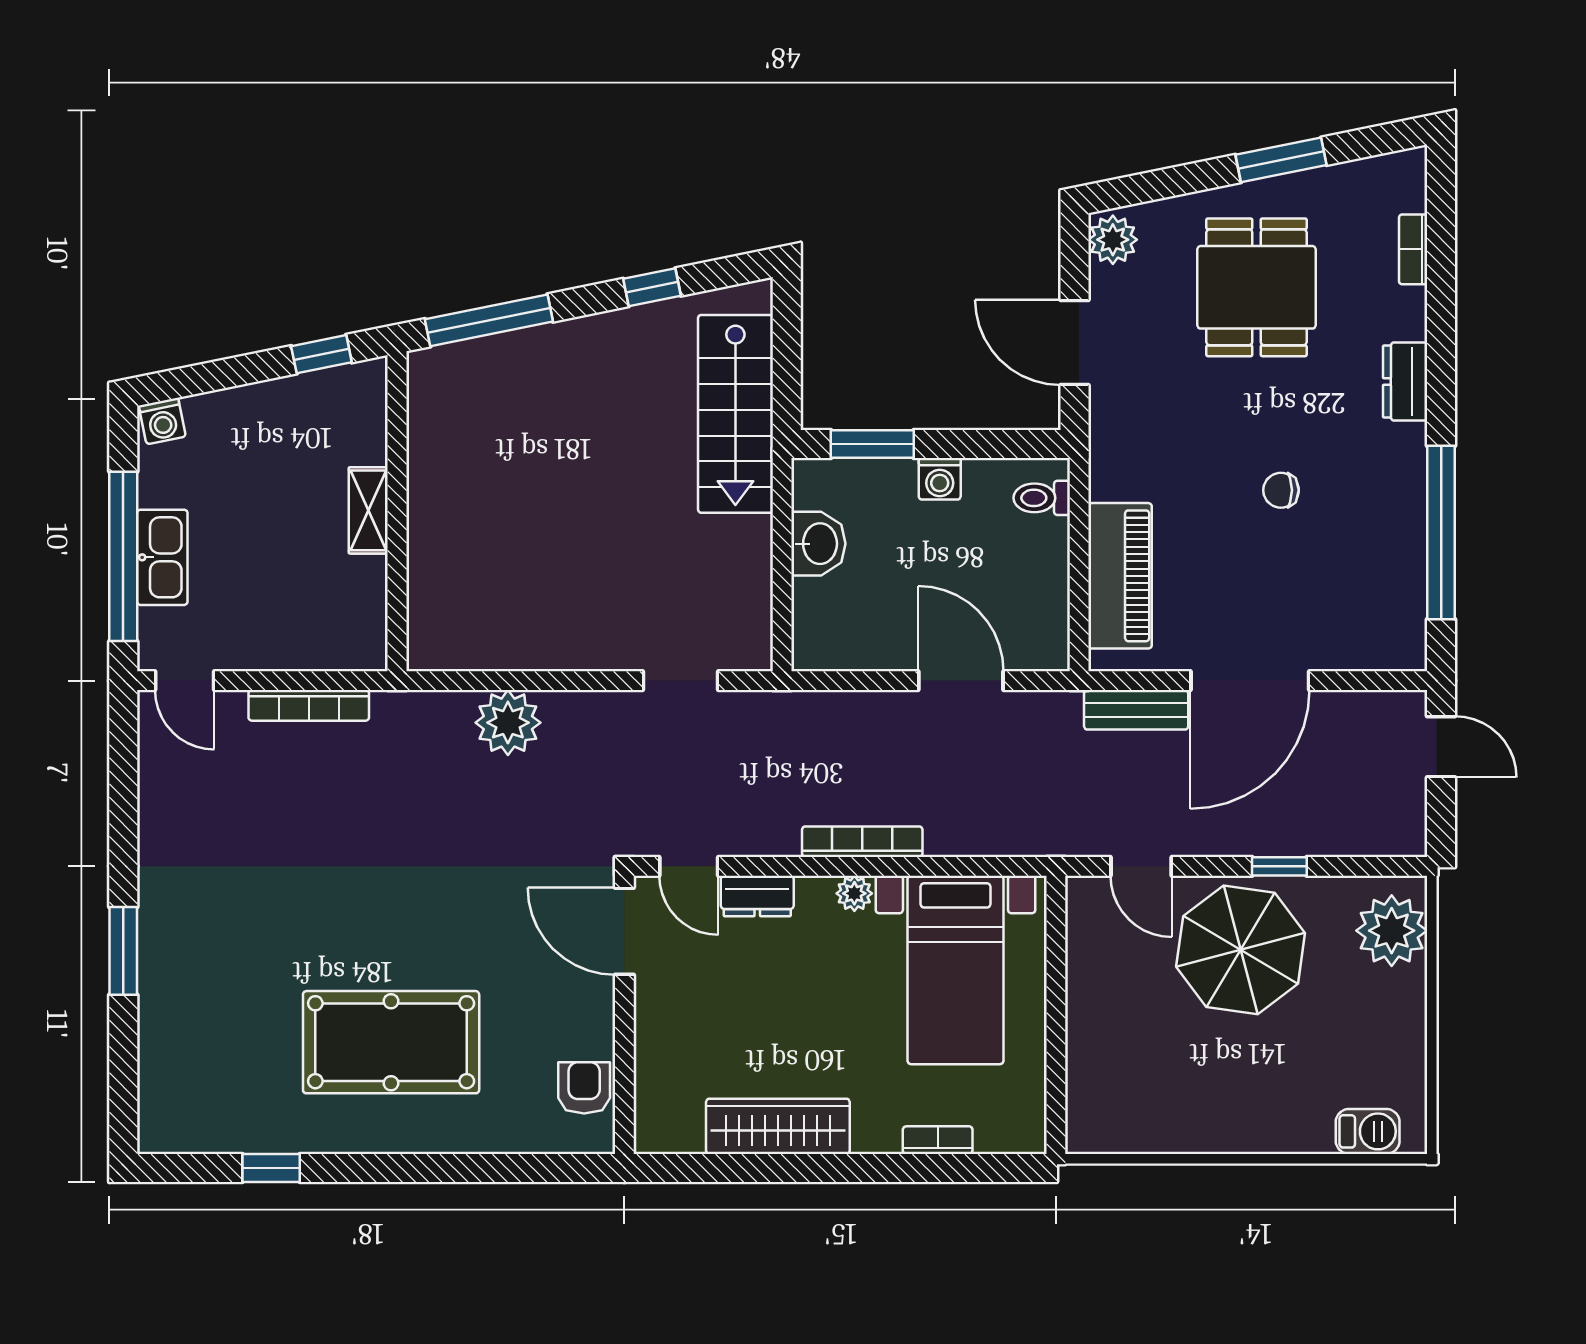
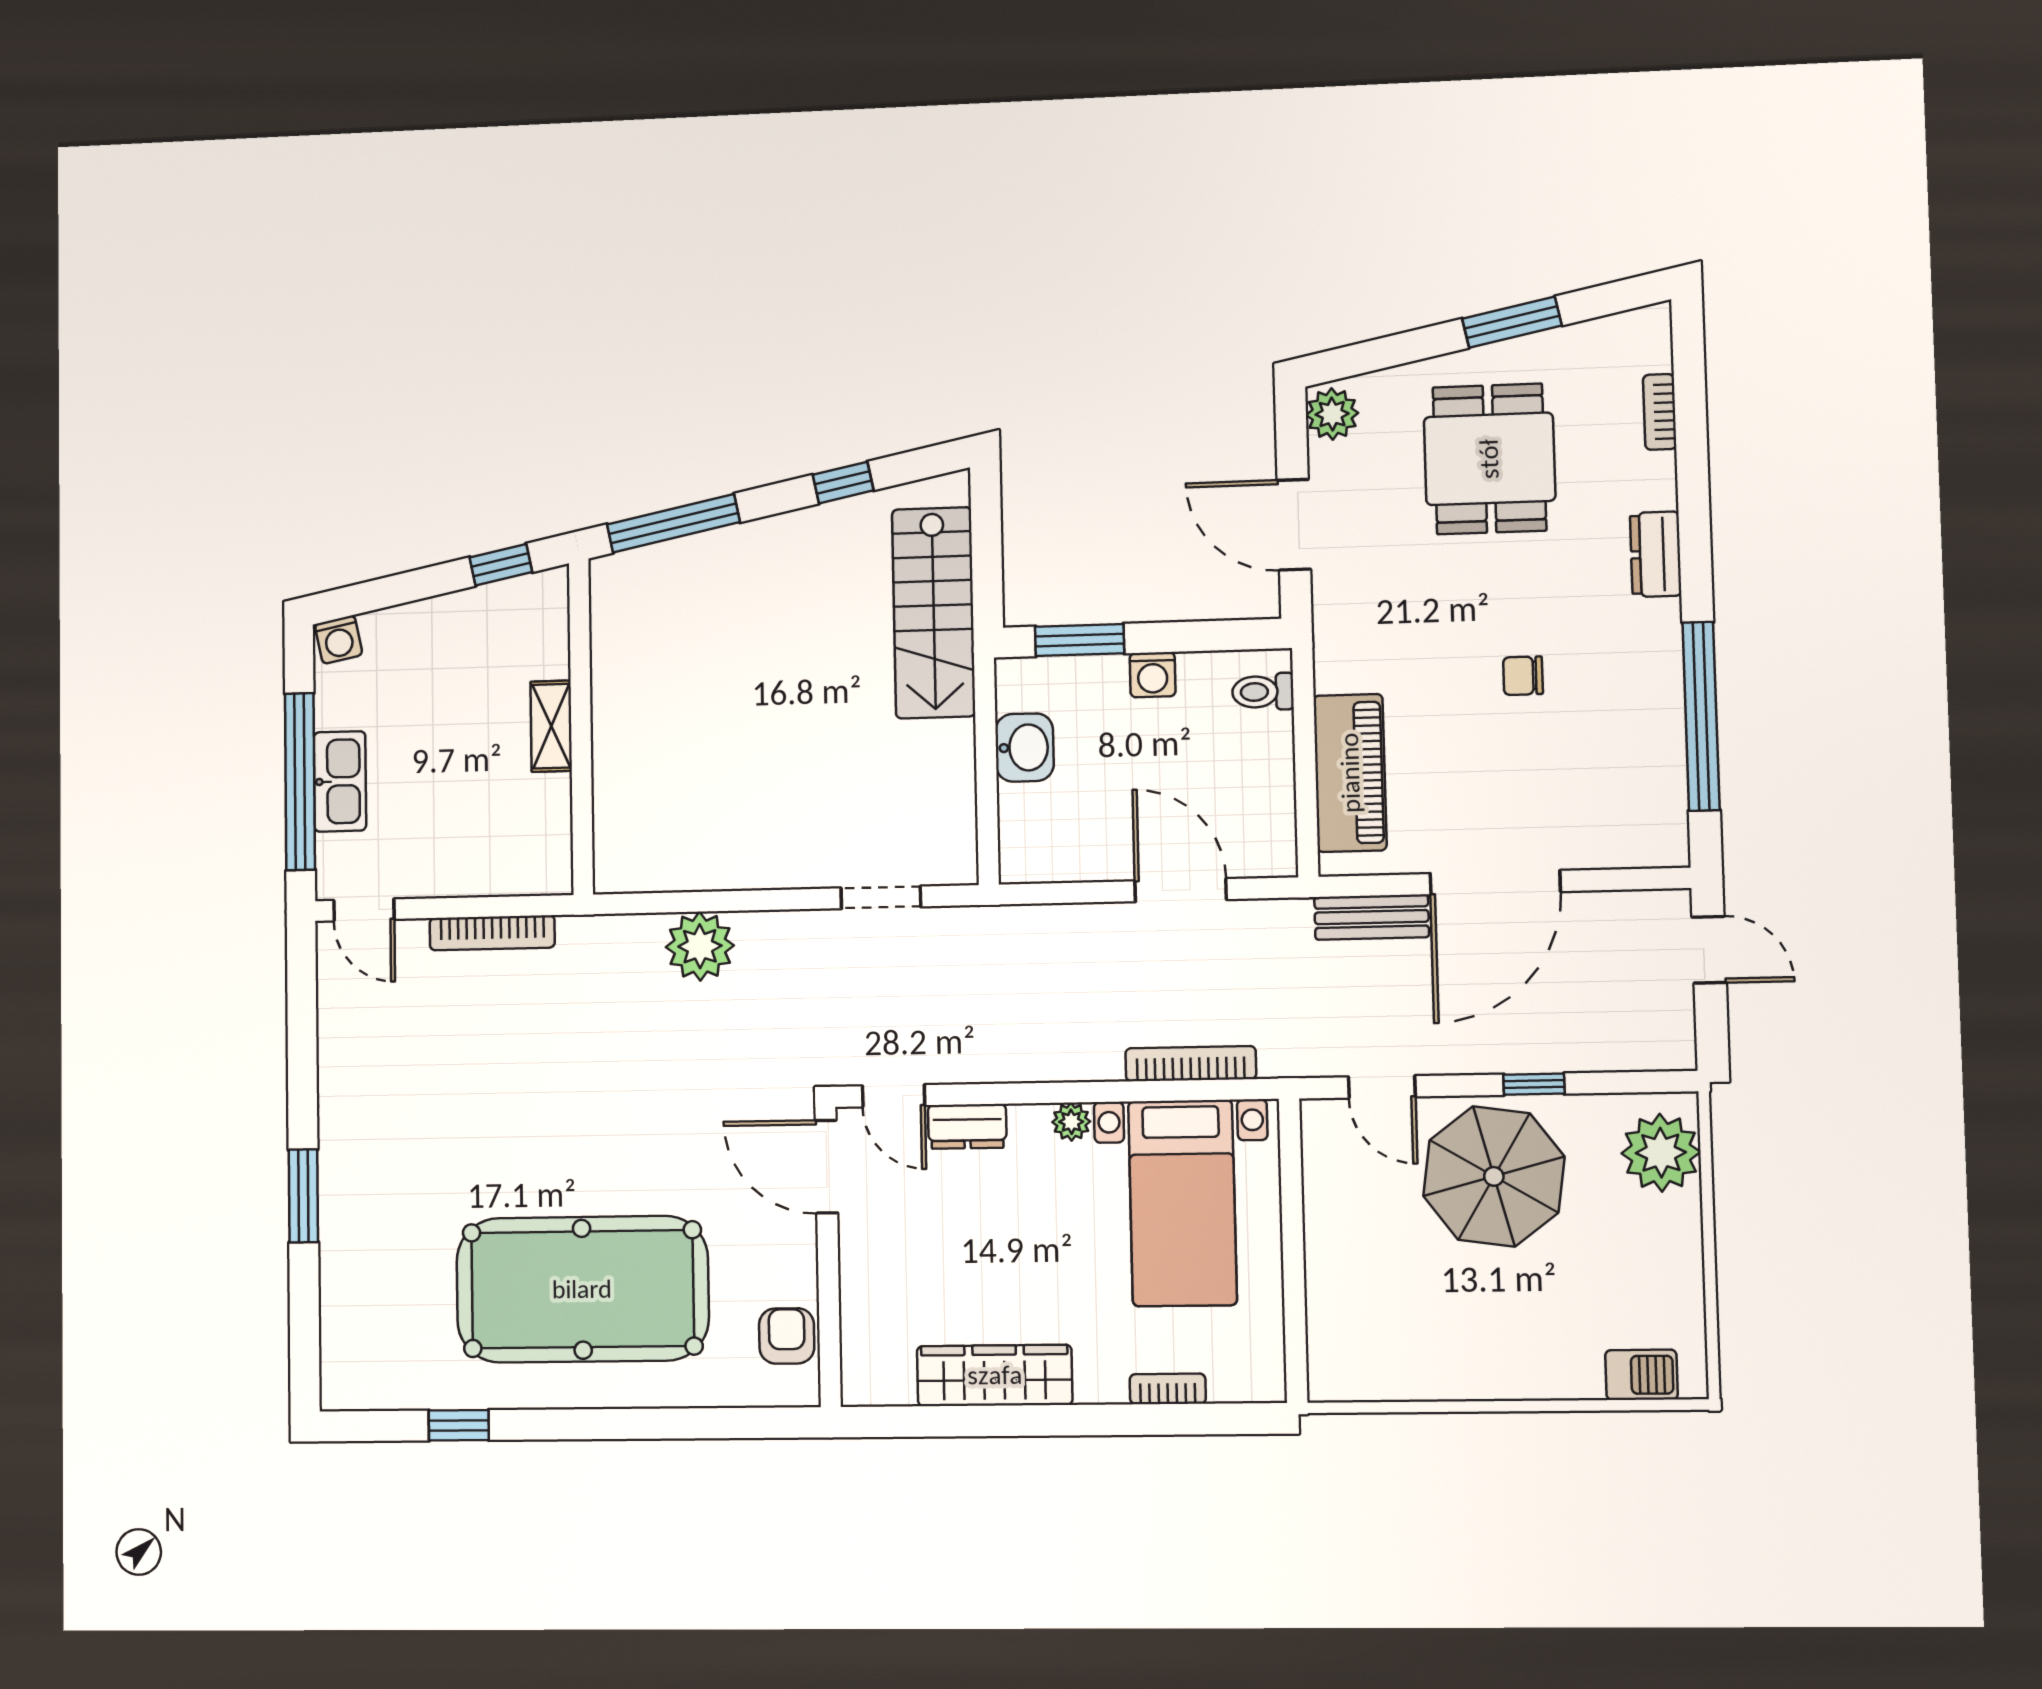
bookcase: (862, 842) -> (1191, 1064), moved
pool table: (391, 1042) -> (582, 1289), width x1.36, depth x1.32

